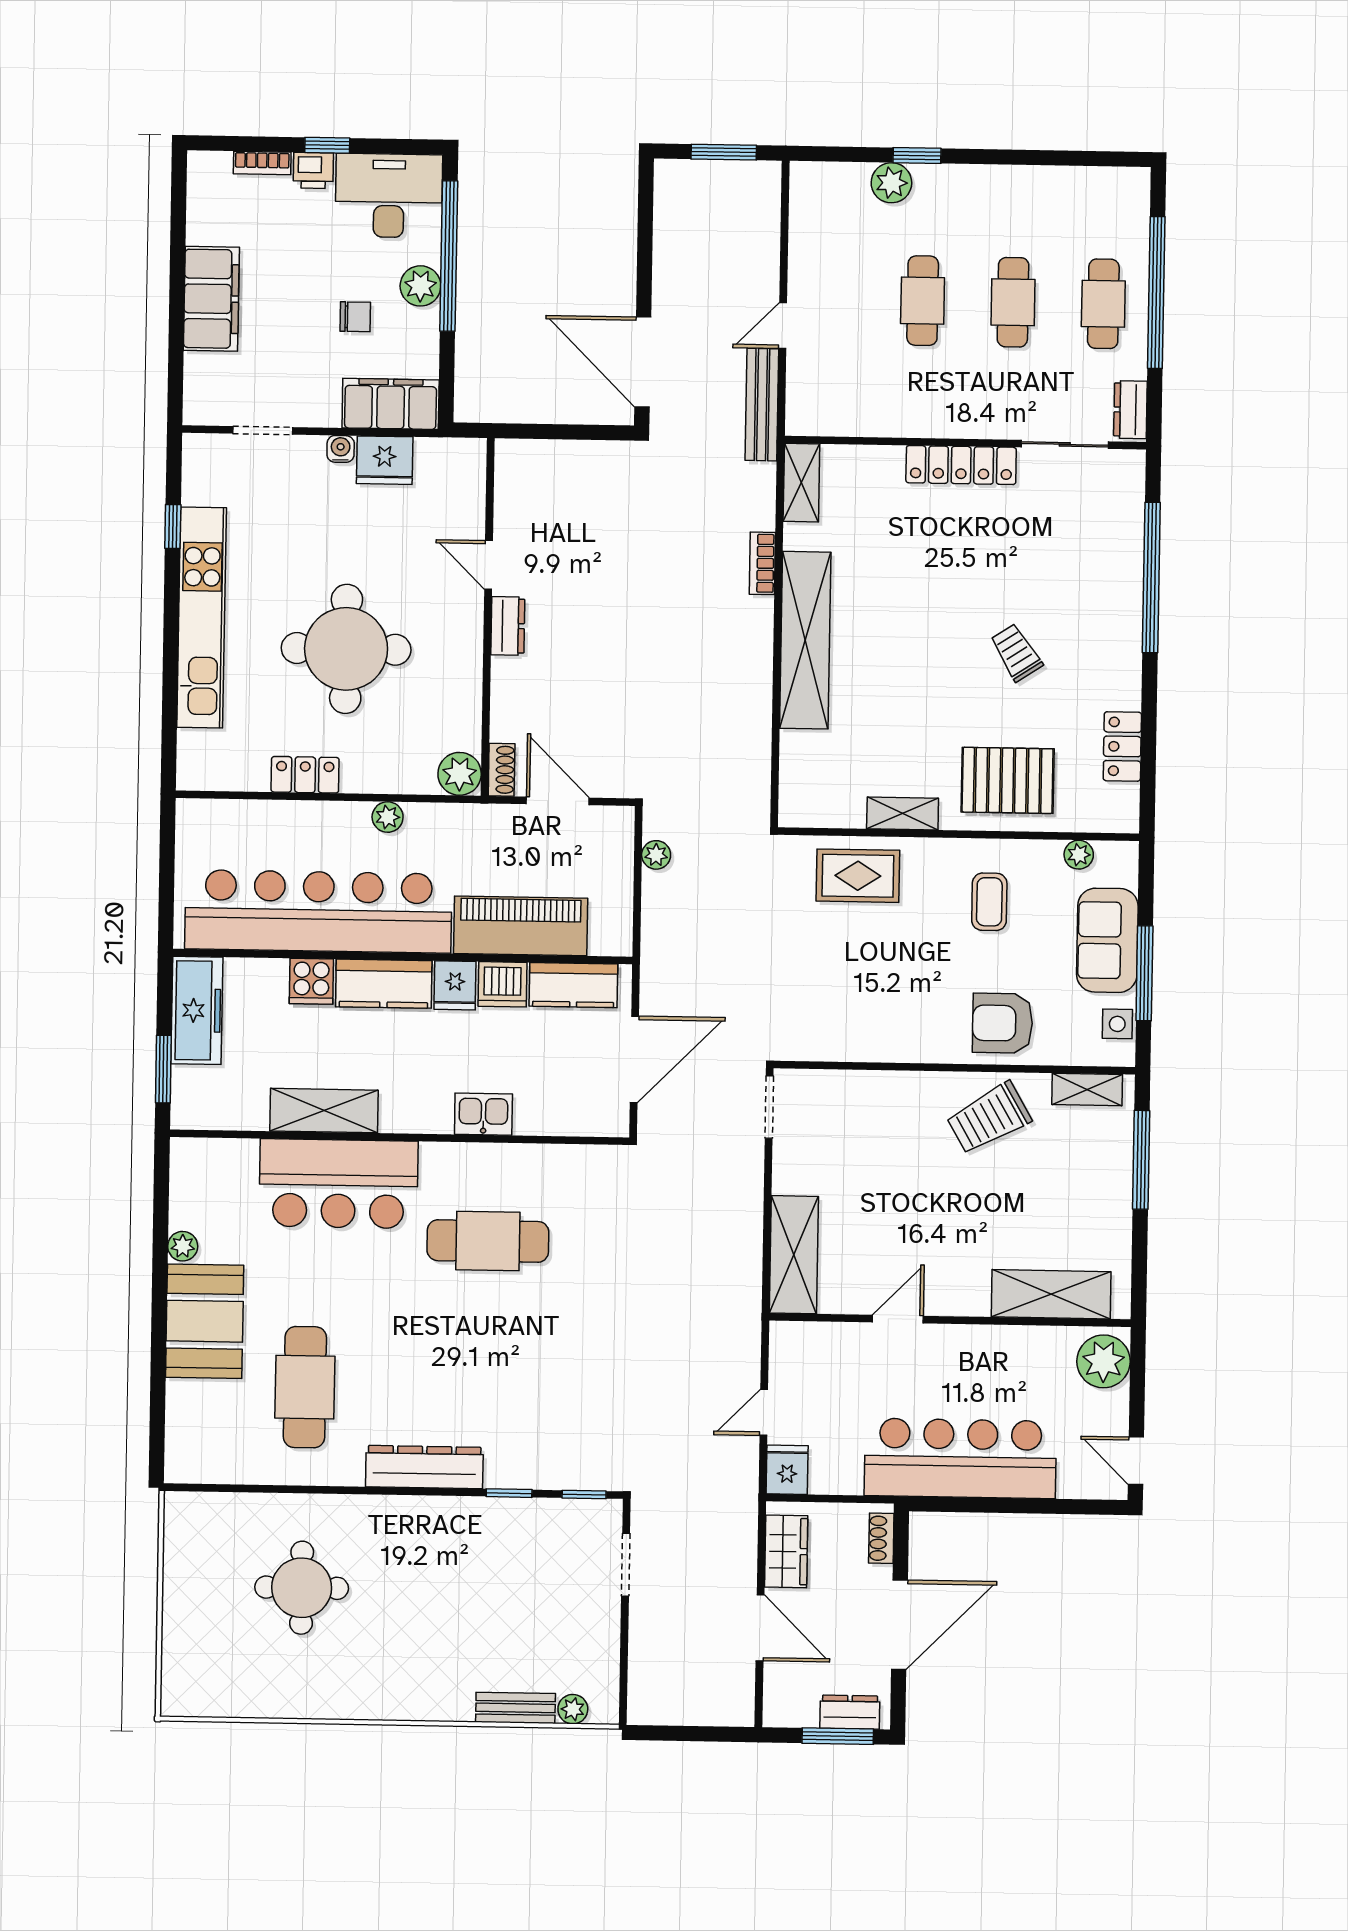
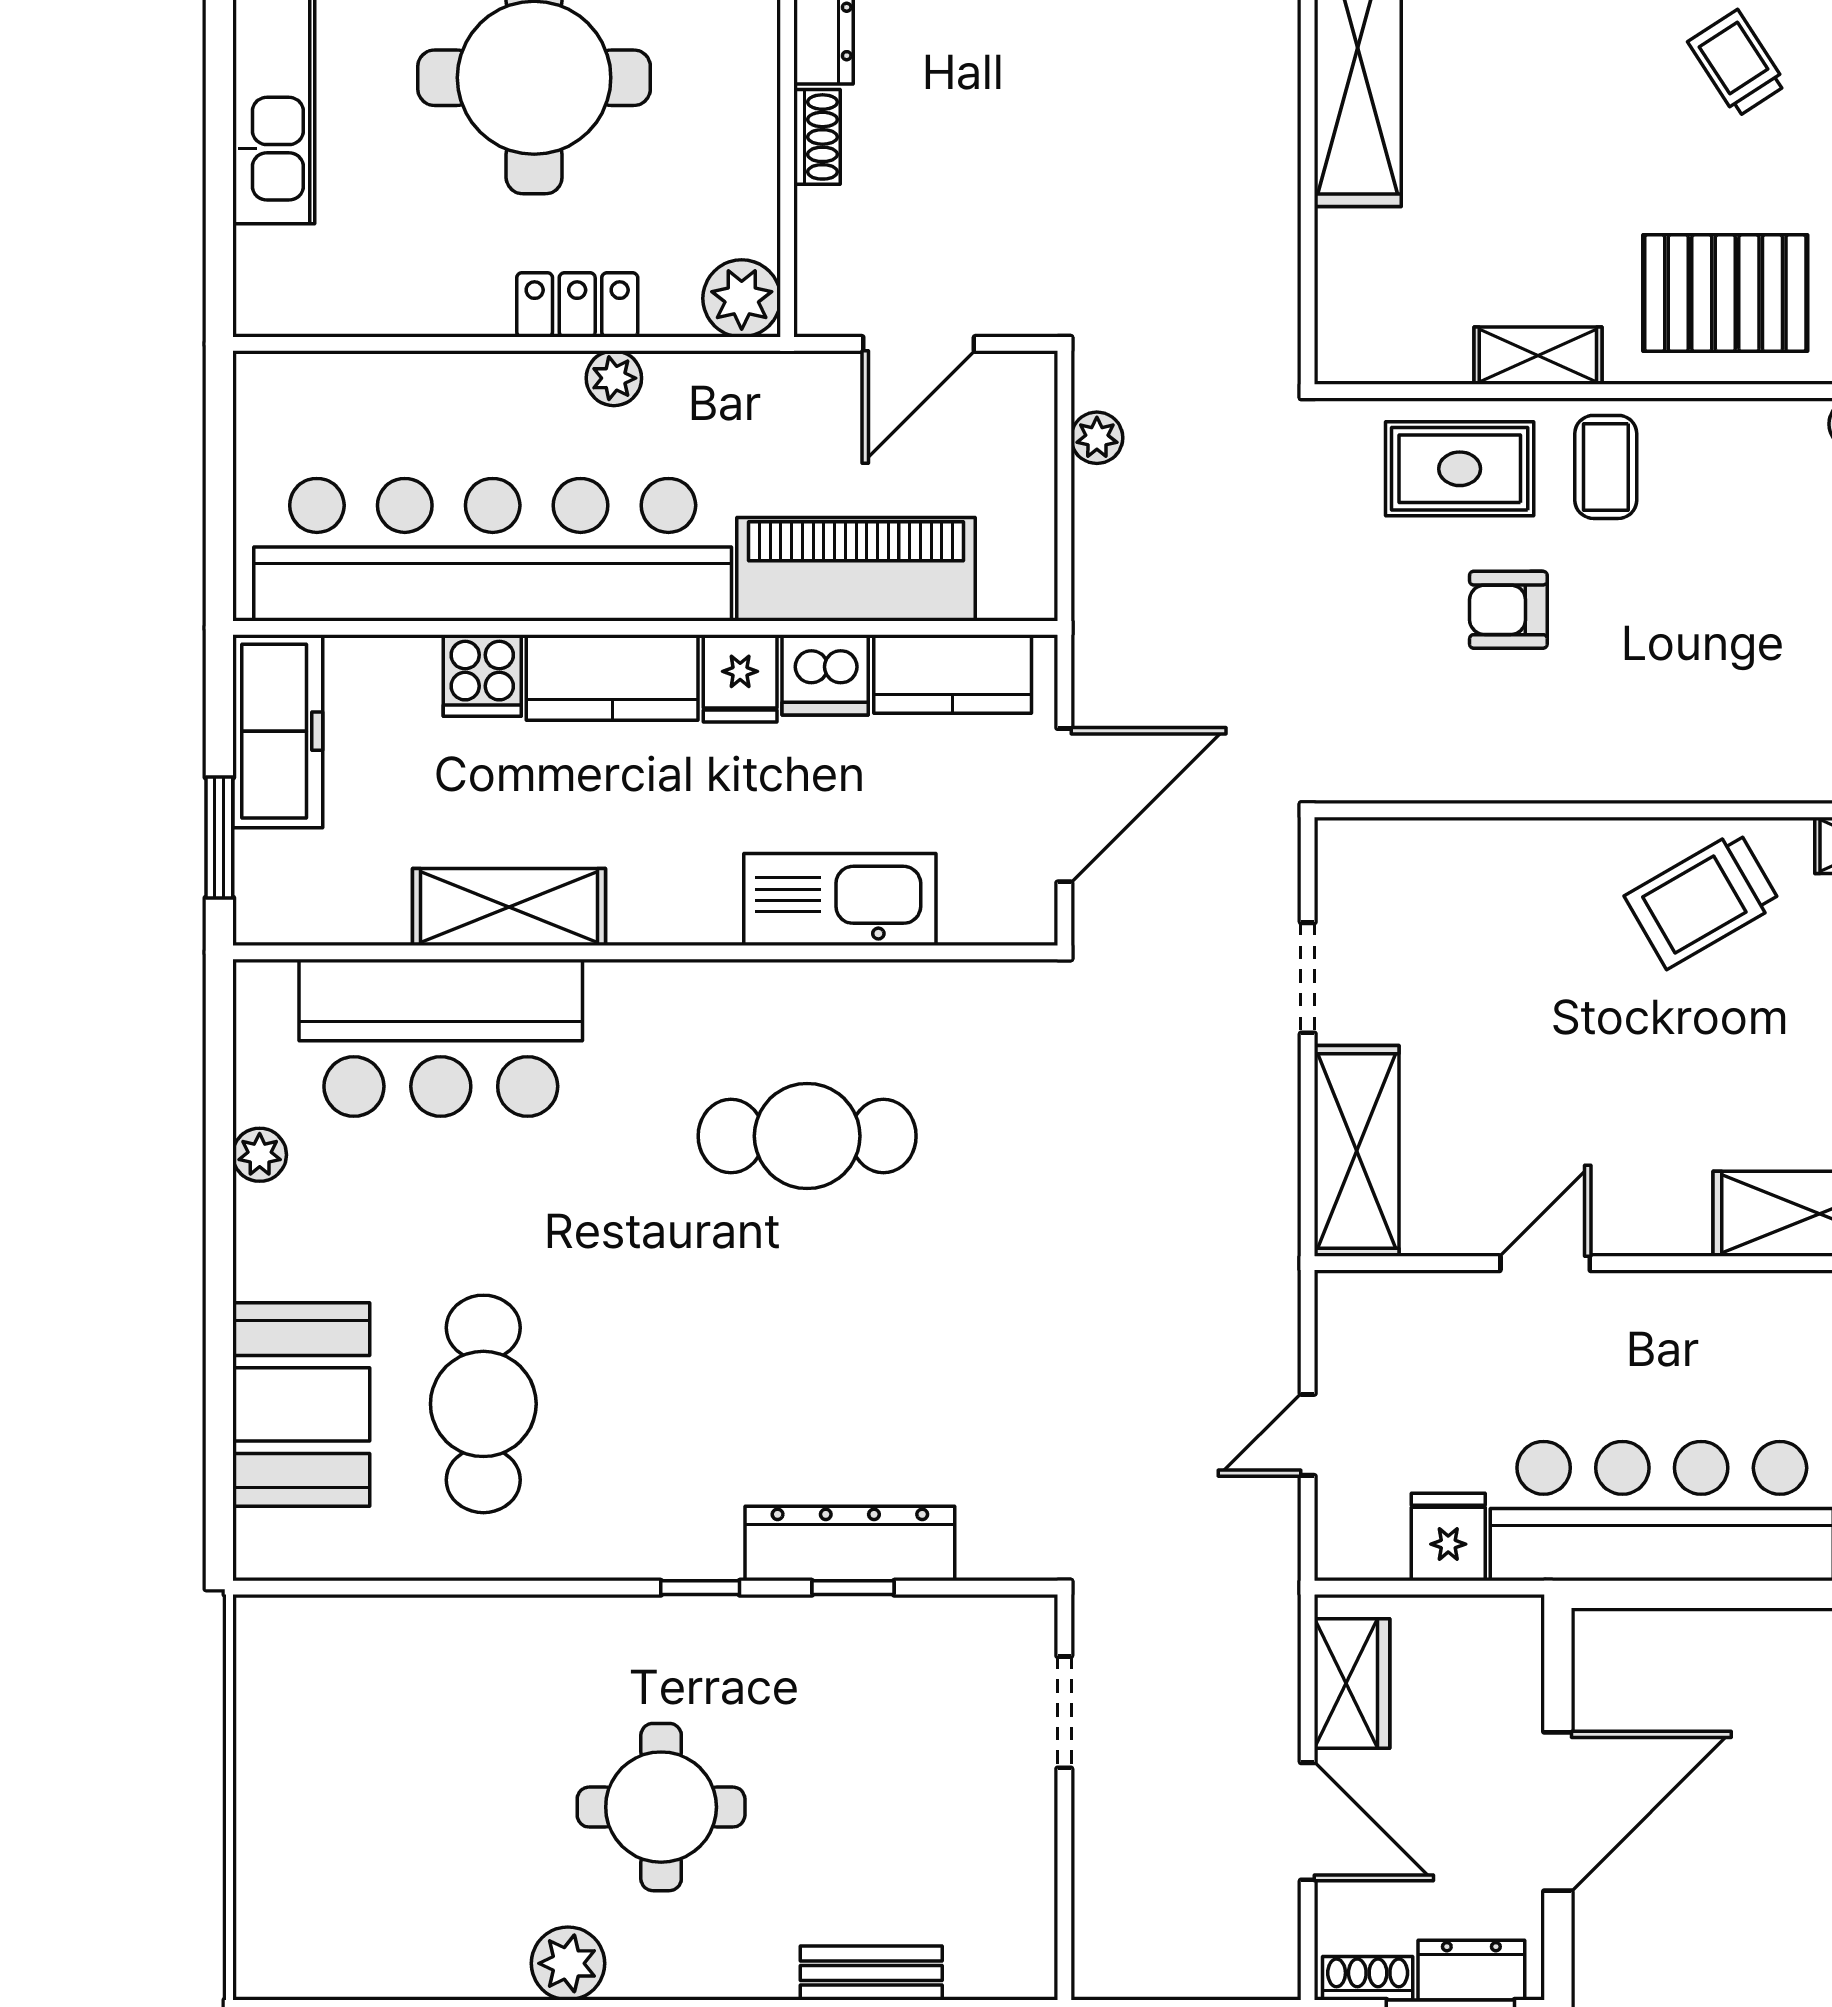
shoe rack: (502, 770) -> (817, 137), moved
locker: (305, 775) -> (577, 305), moved
door: (558, 801) -> (919, 344), swing flipped
coffee table: (989, 902) -> (1606, 467), moved
armchair: (1003, 1023) -> (1508, 610), moved, width x0.72, depth x0.72
doorway: (769, 1107) -> (1308, 978), moved
kitchen sink: (483, 1114) -> (840, 899), width x1.88, depth x1.24
bar counter: (339, 1184) -> (441, 1038), moved
booth: (205, 1321) -> (301, 1404), moved
dresser: (424, 1467) -> (850, 1544), moved
fridge: (787, 1470) -> (1448, 1537), moved
window: (584, 1494) -> (700, 1588), moved
shoe rack: (881, 1538) -> (1368, 1978), moved, turned 90
round table: (302, 1588) -> (661, 1807), moved
plant: (573, 1709) -> (568, 1963), moved, width x1.38, depth x1.38

